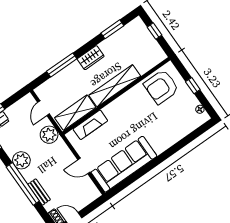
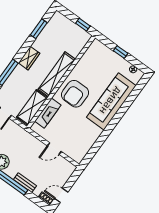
window: (155, 31) -> (83, 25), moved
armchair: (161, 87) -> (75, 94), moved
plant: (49, 135) -> (17, 133), removed
sofa: (124, 164) -> (111, 101), moved

